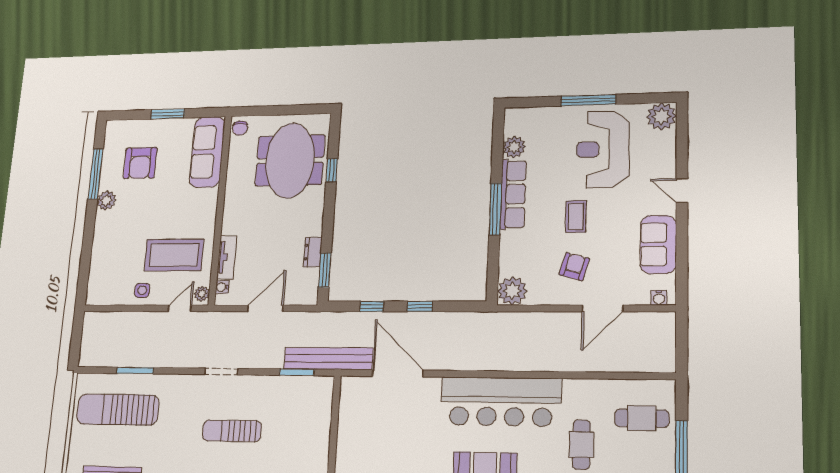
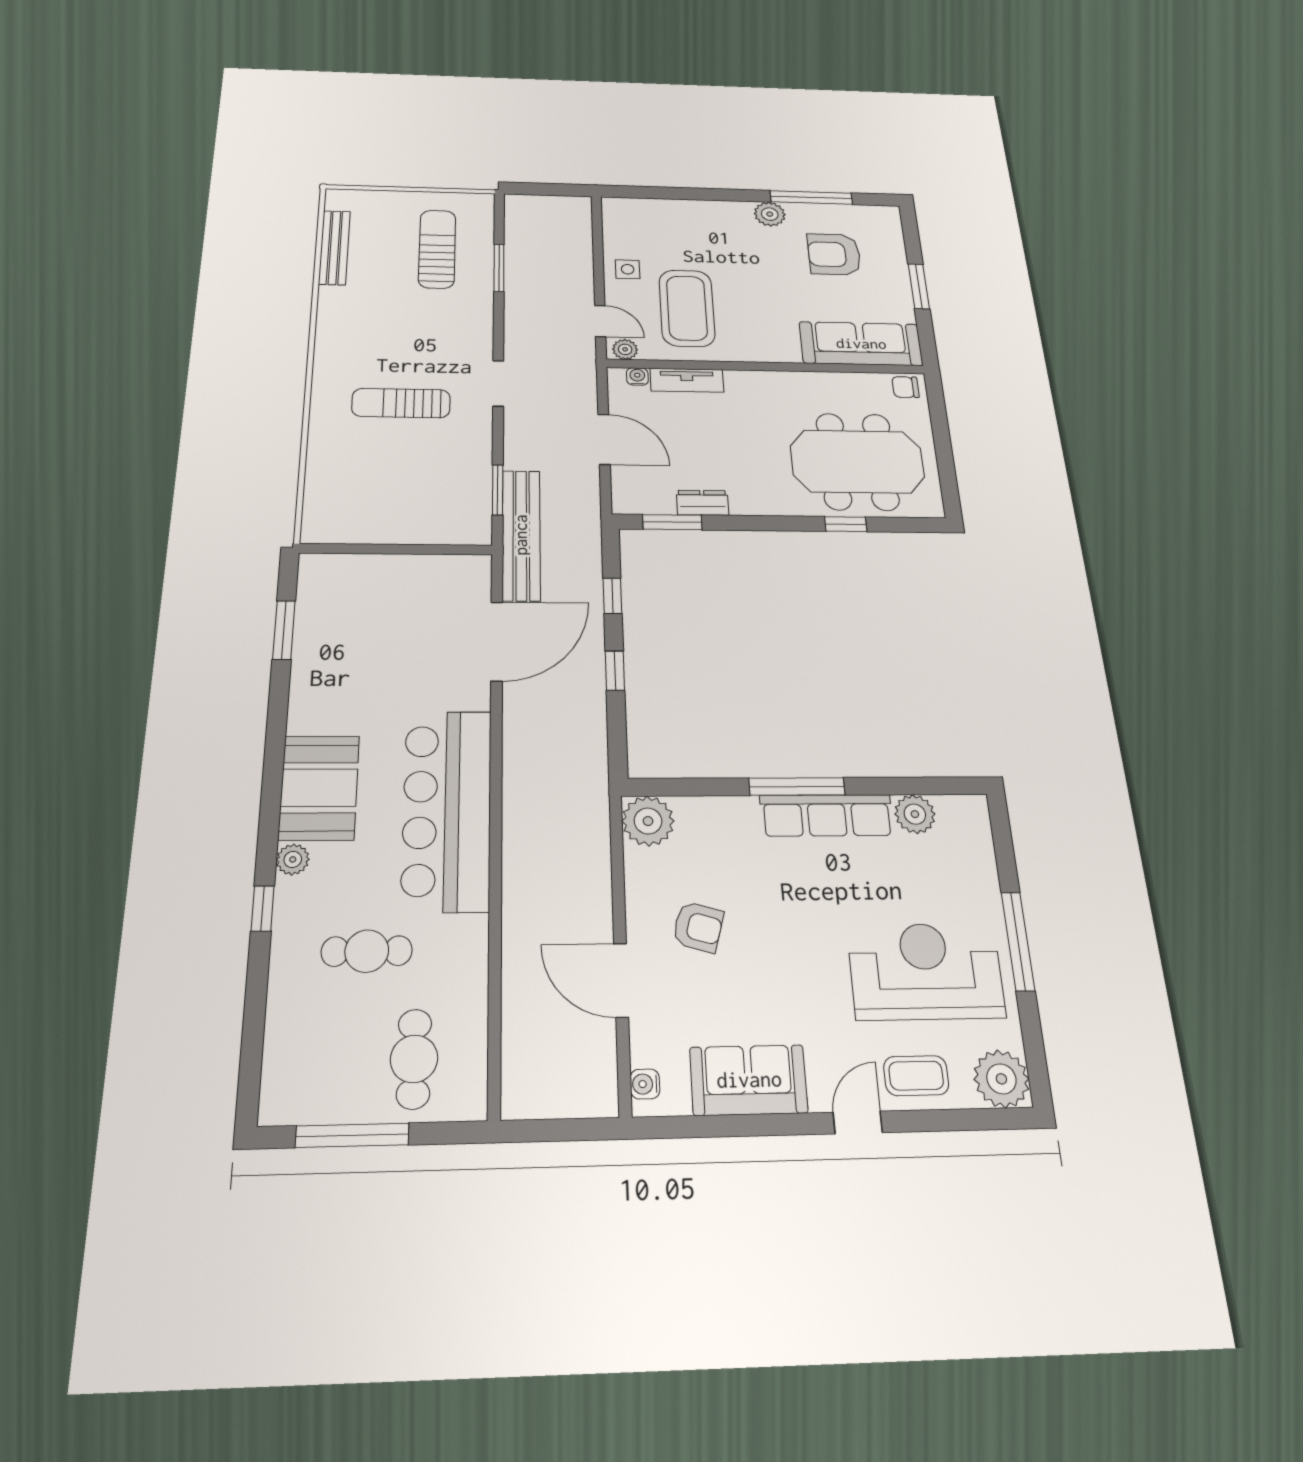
coffee table: (576, 217) -> (916, 1076), moved
sun lounger: (118, 410) -> (437, 249), width x0.73, depth x0.75
sun lounger: (232, 431) -> (401, 403), turned -90

